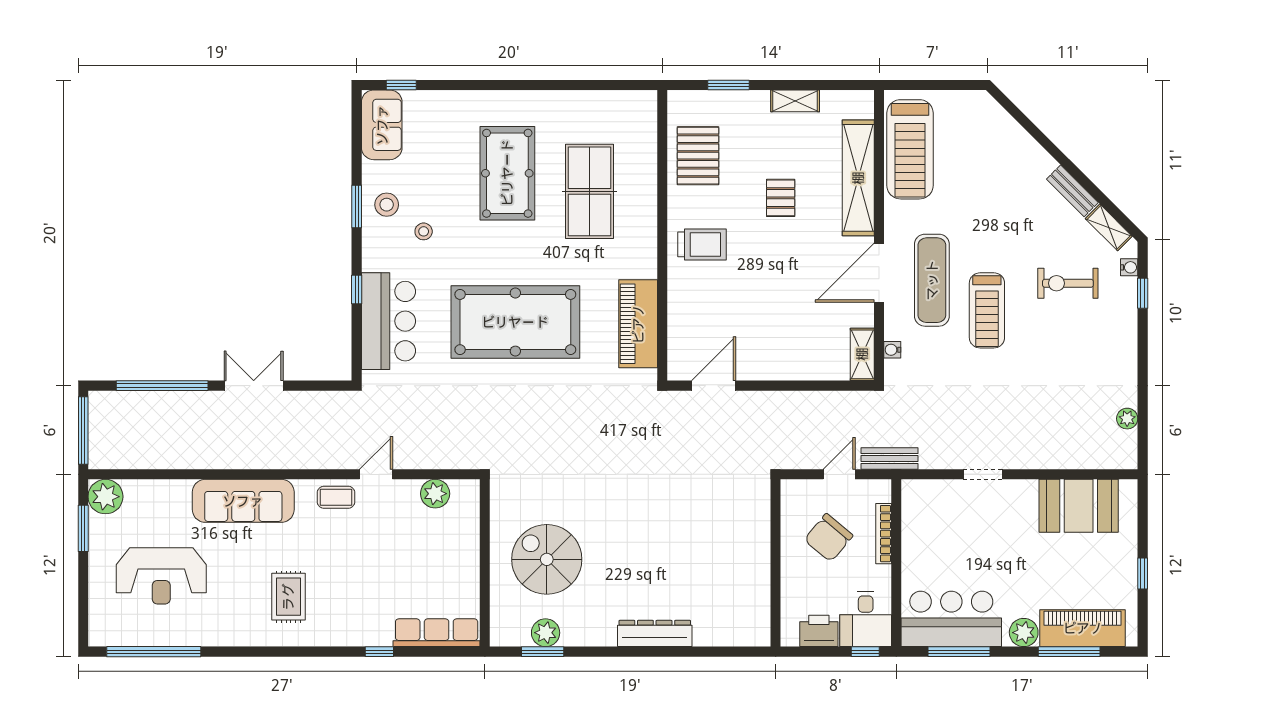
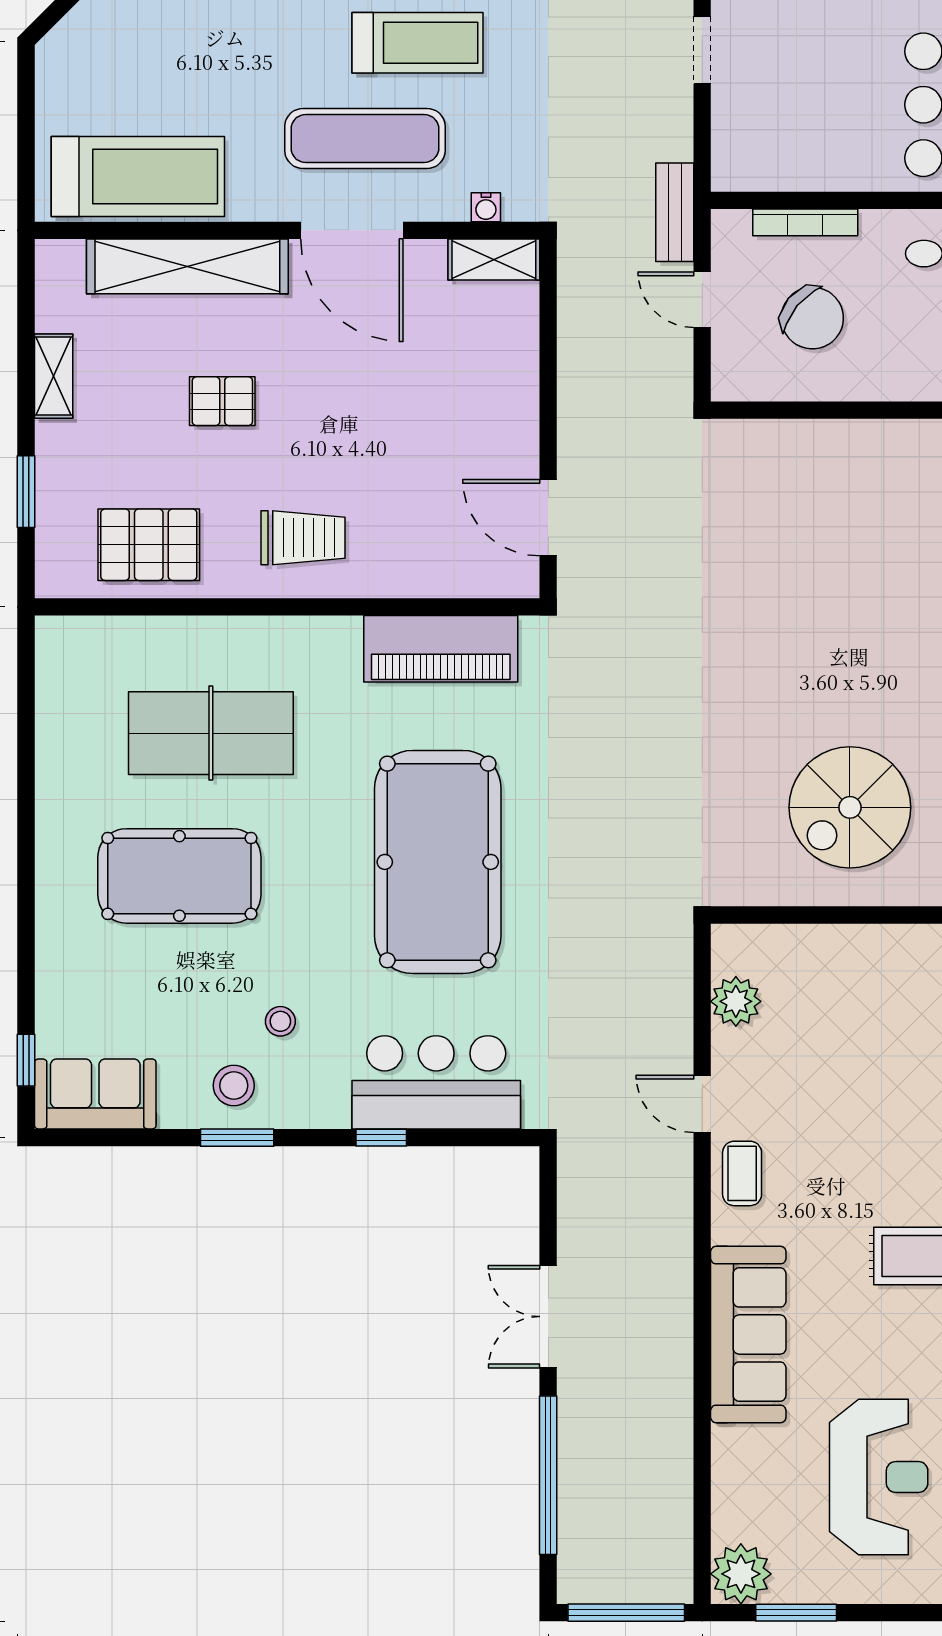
trolley: (702, 244) -> (303, 538), turned 90

